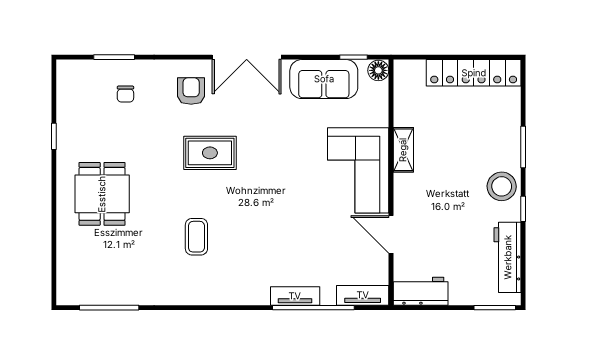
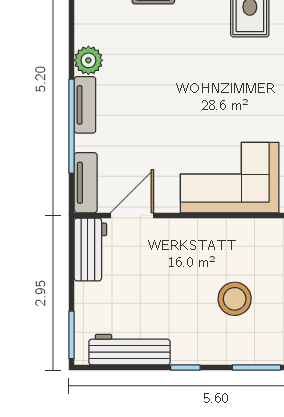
shelving: (403, 150) -> (253, 230), removed
stool: (502, 186) -> (235, 299), moved
door: (391, 234) -> (132, 215), moved
plant: (256, 293) -> (88, 60), added

